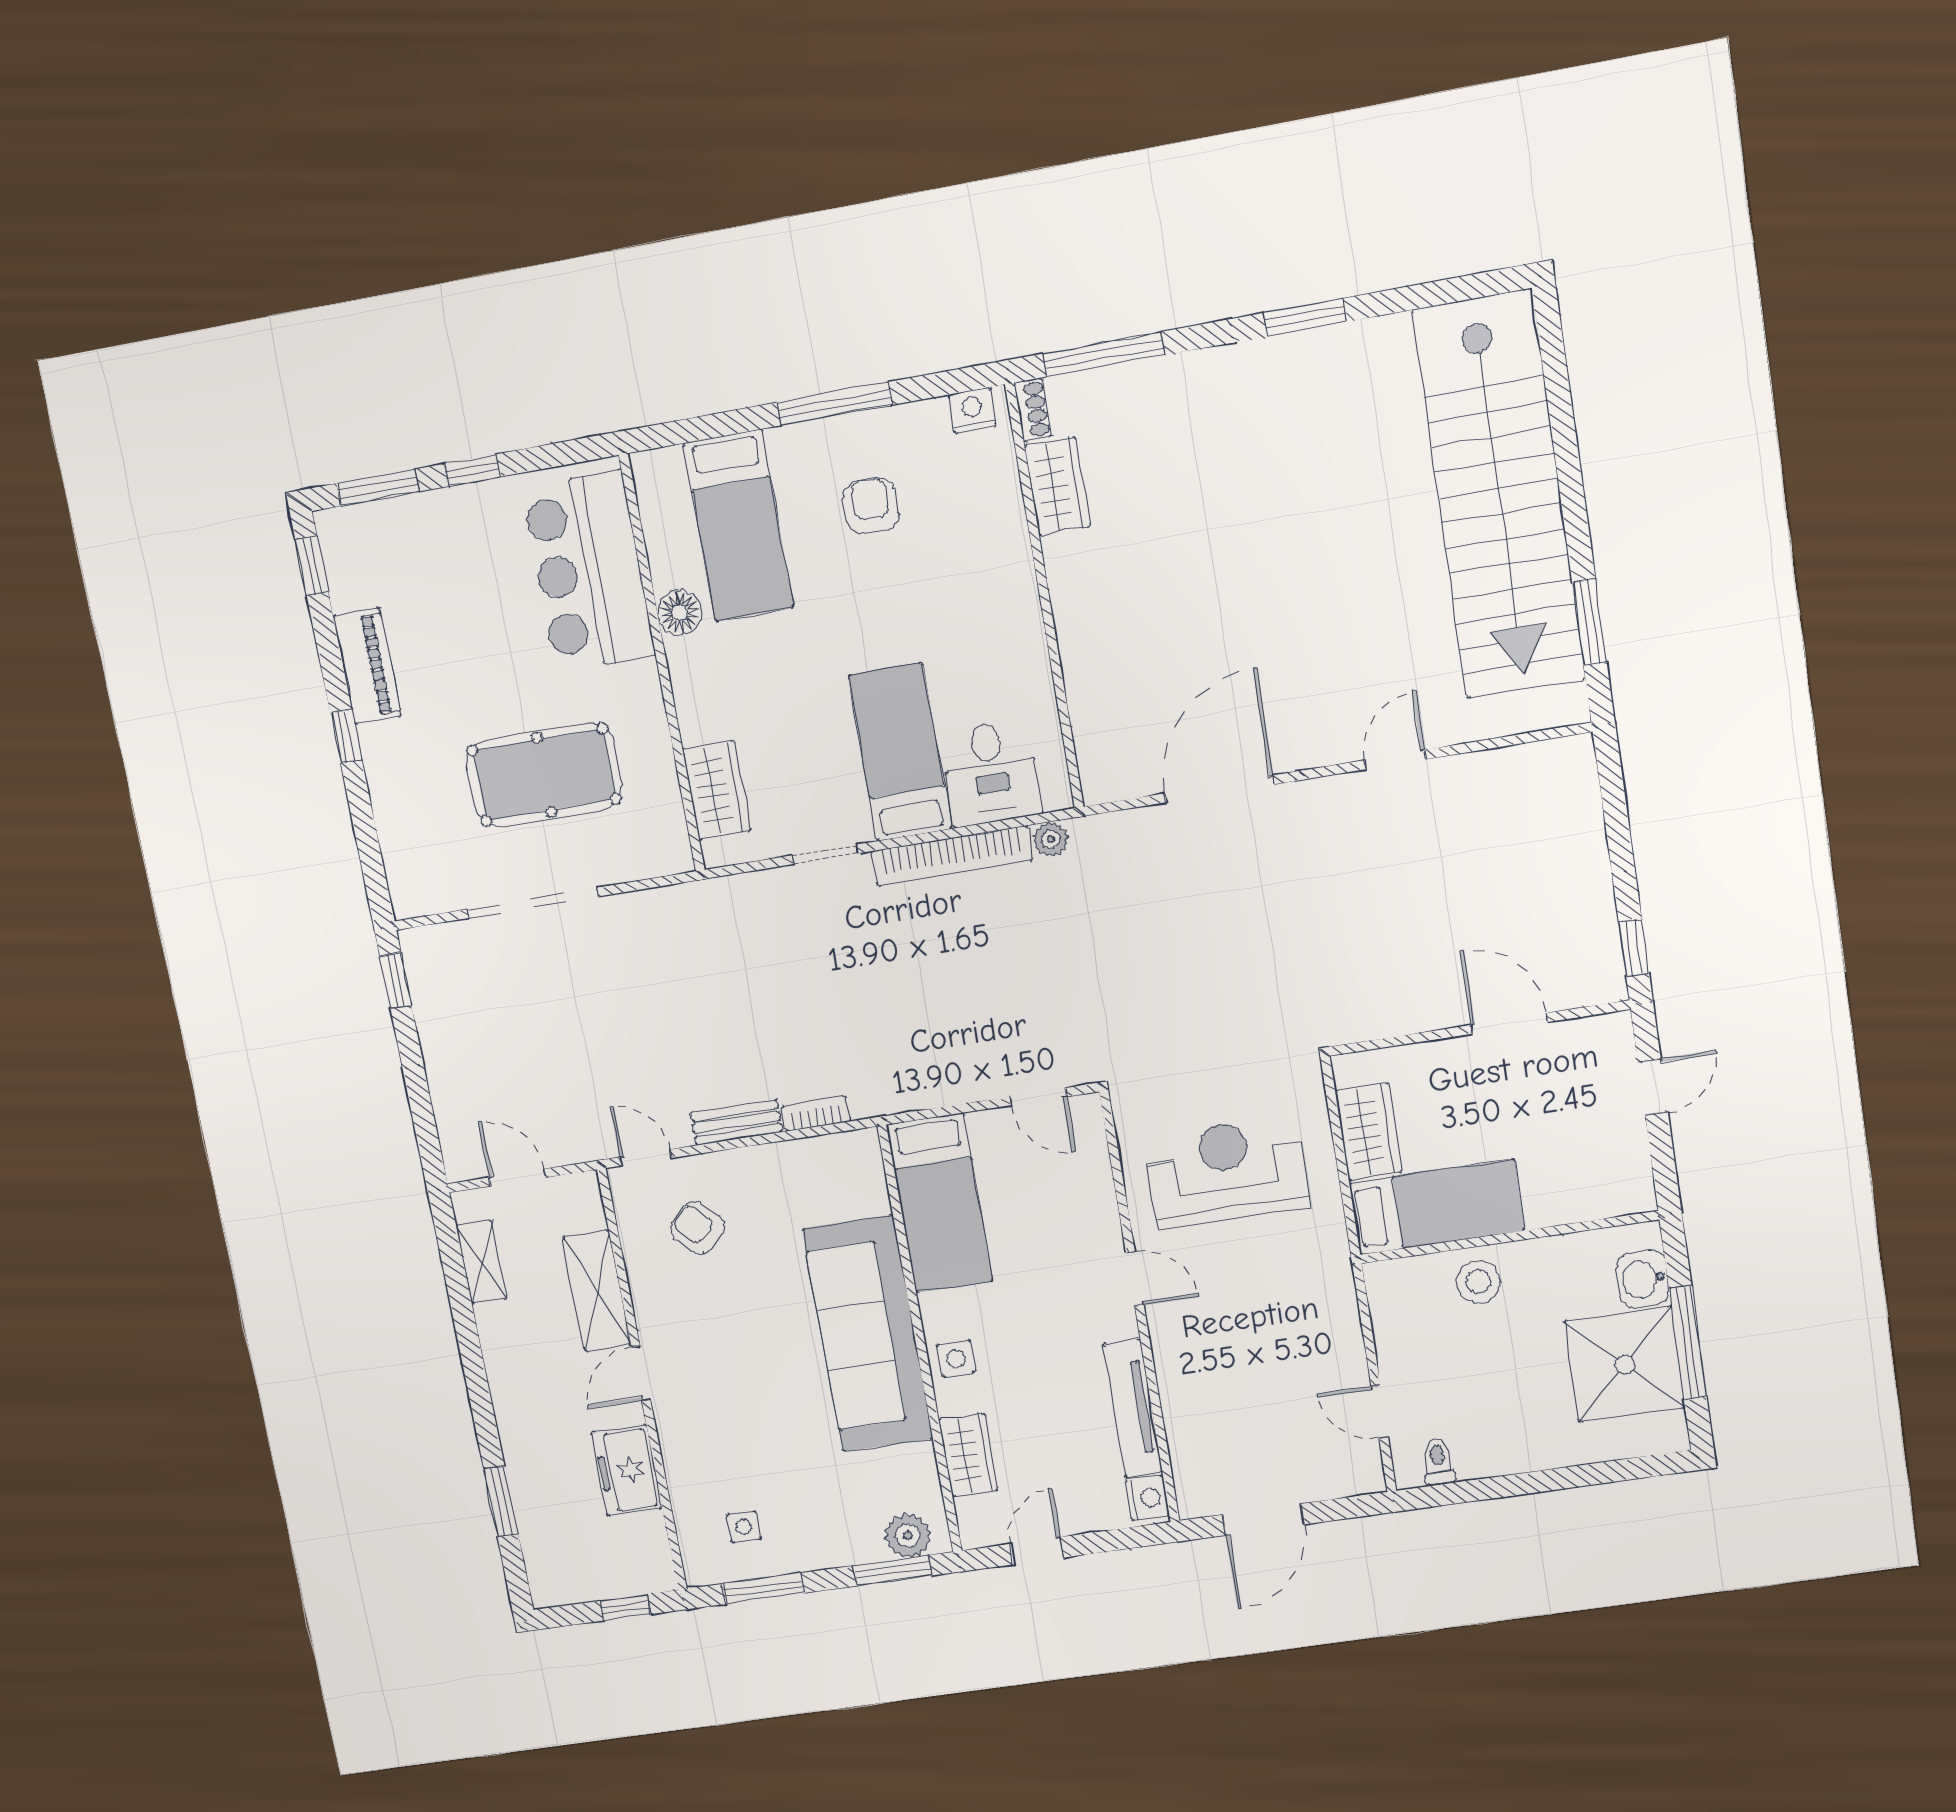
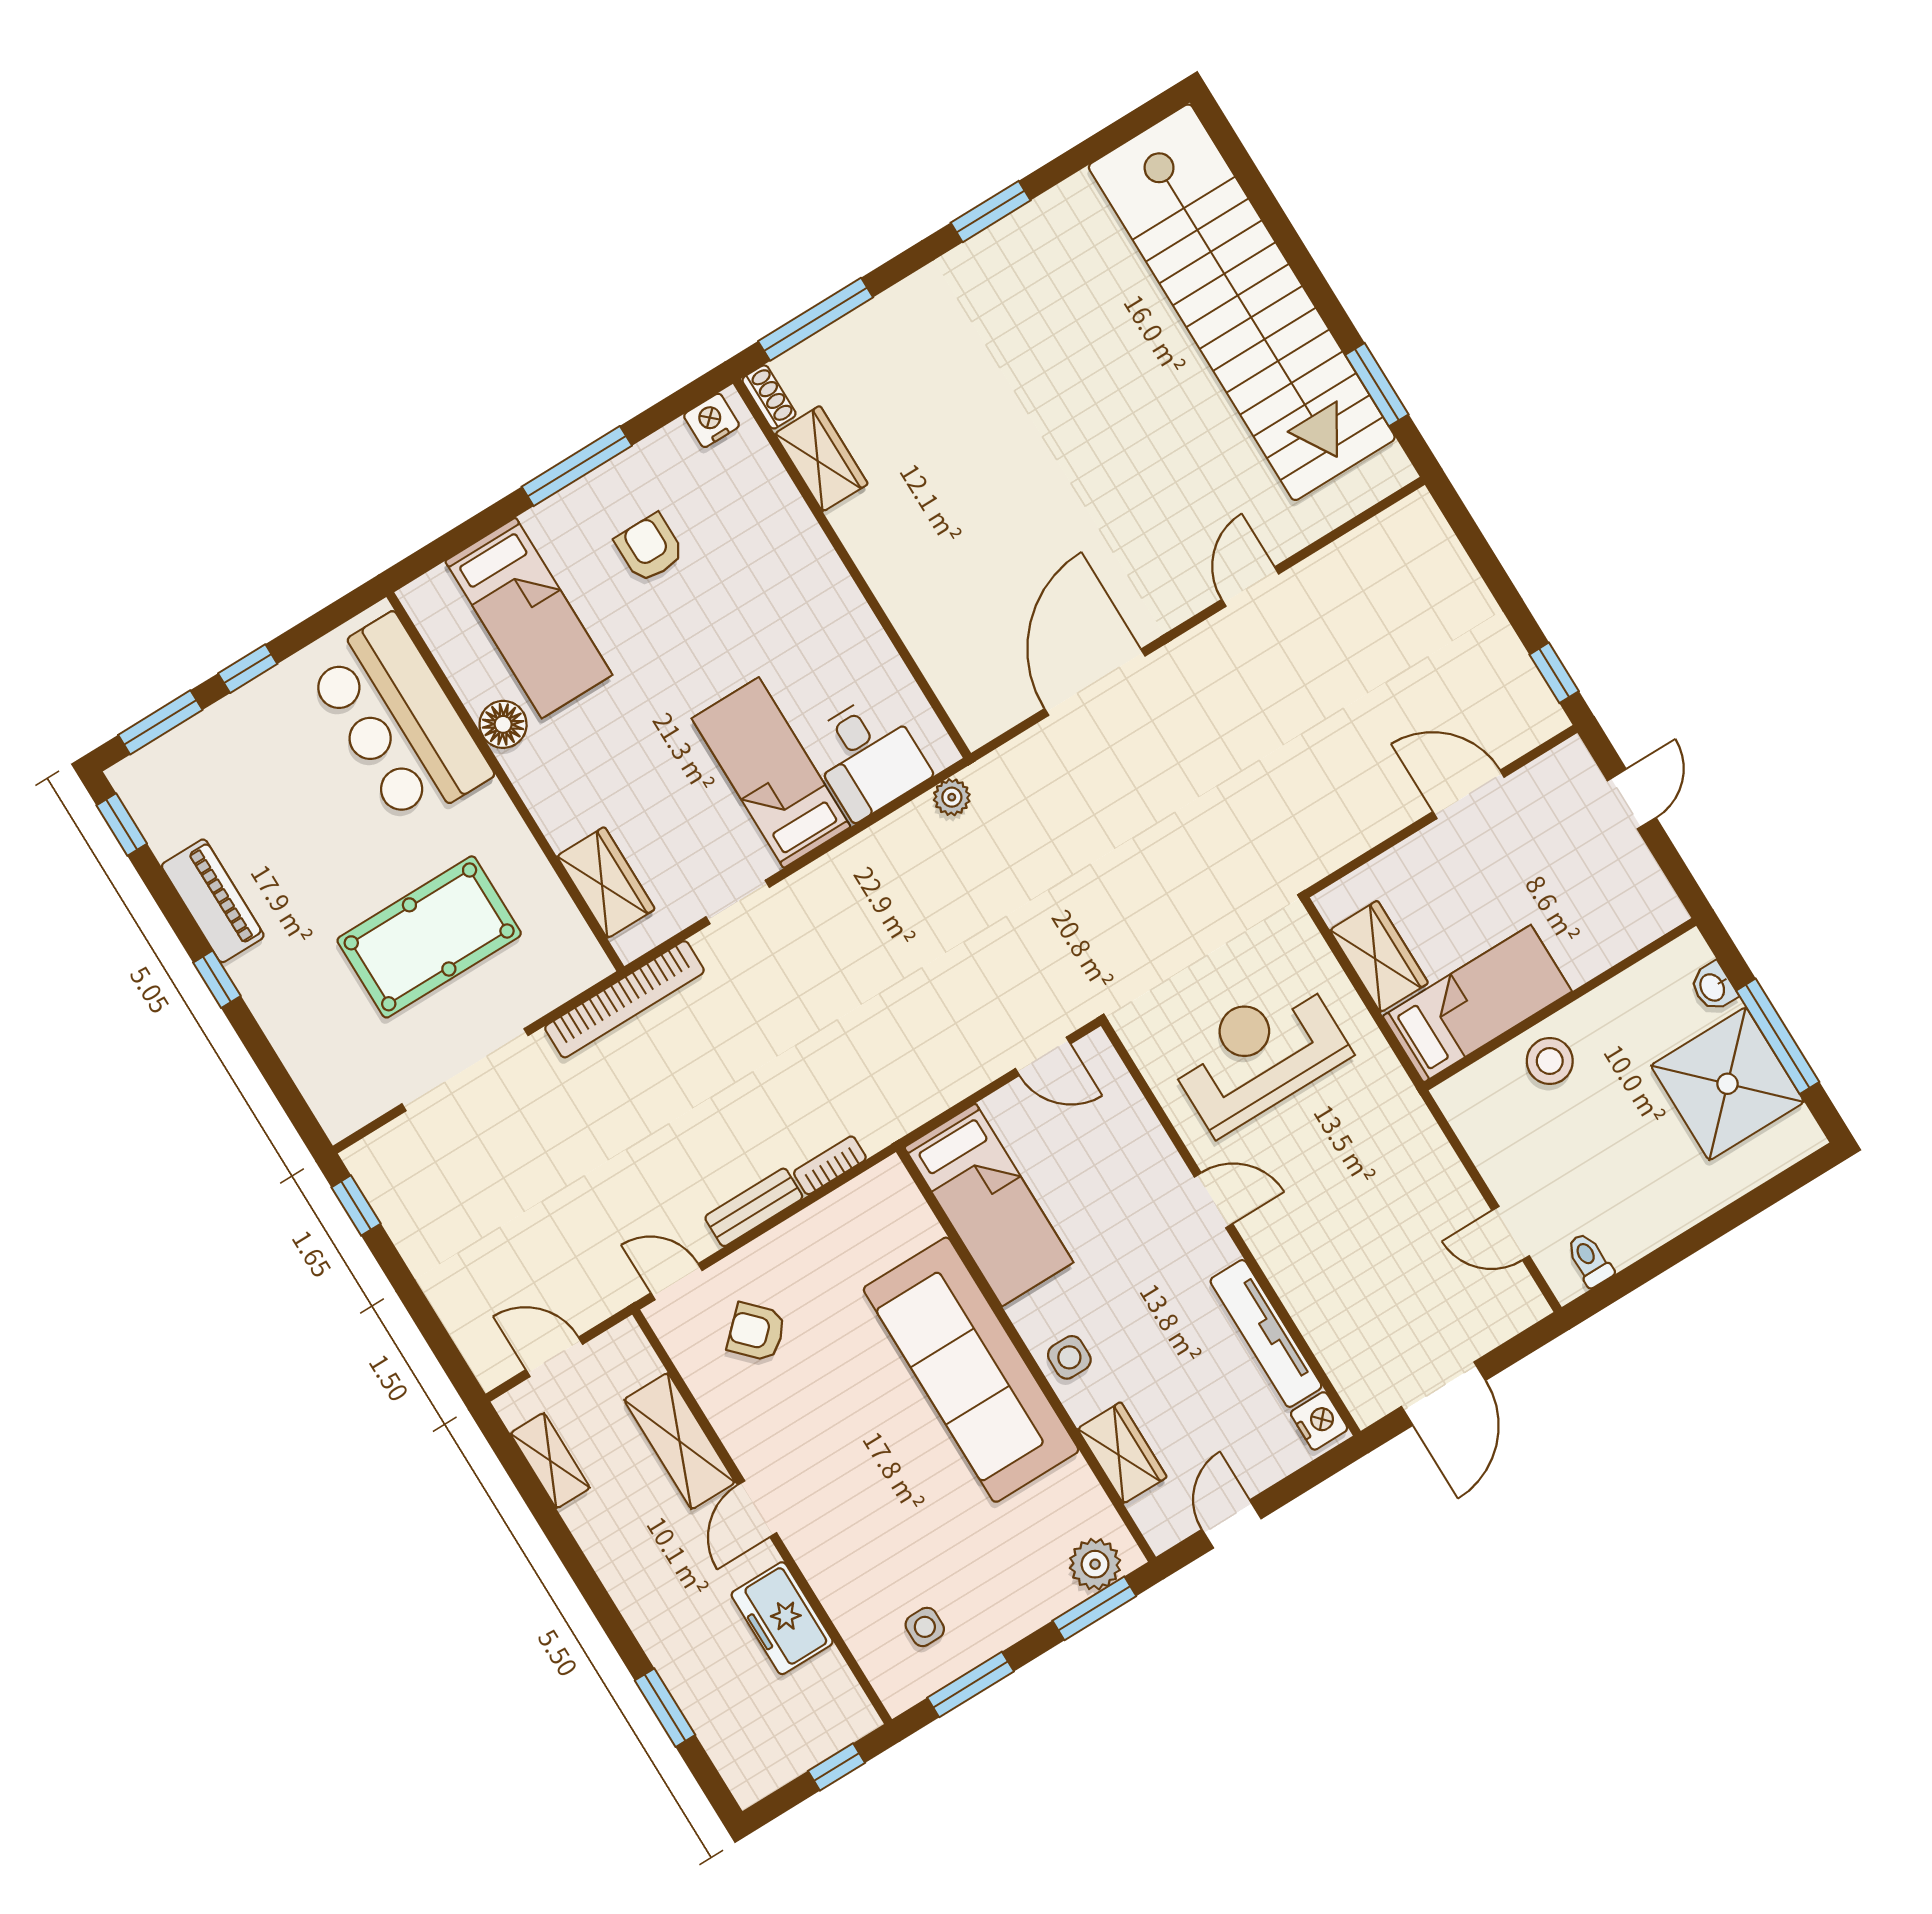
bookcase: (952, 856) -> (624, 999), moved
washbasin: (1643, 1279) -> (1713, 987), width x0.72, depth x0.69

